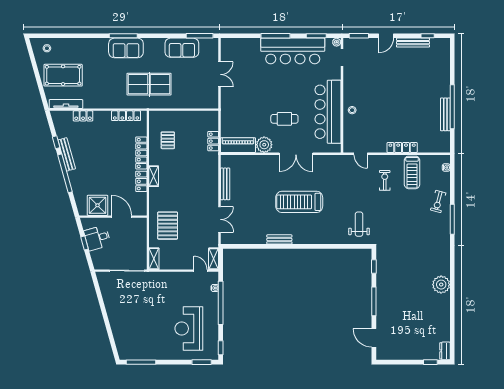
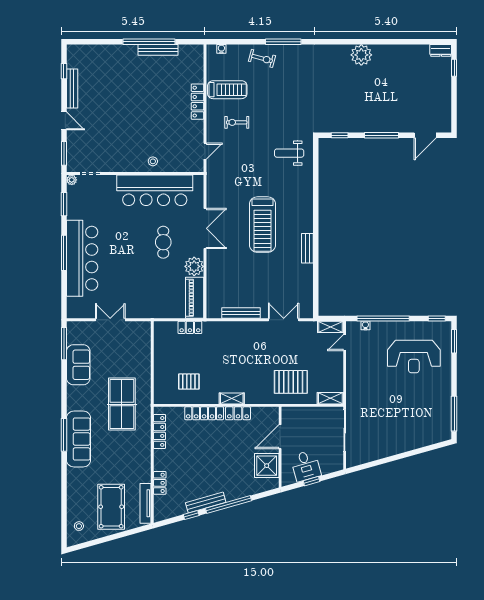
sofa: (126, 48) -> (79, 439), width x1.36
bar counter: (293, 51) -> (82, 258), moved

